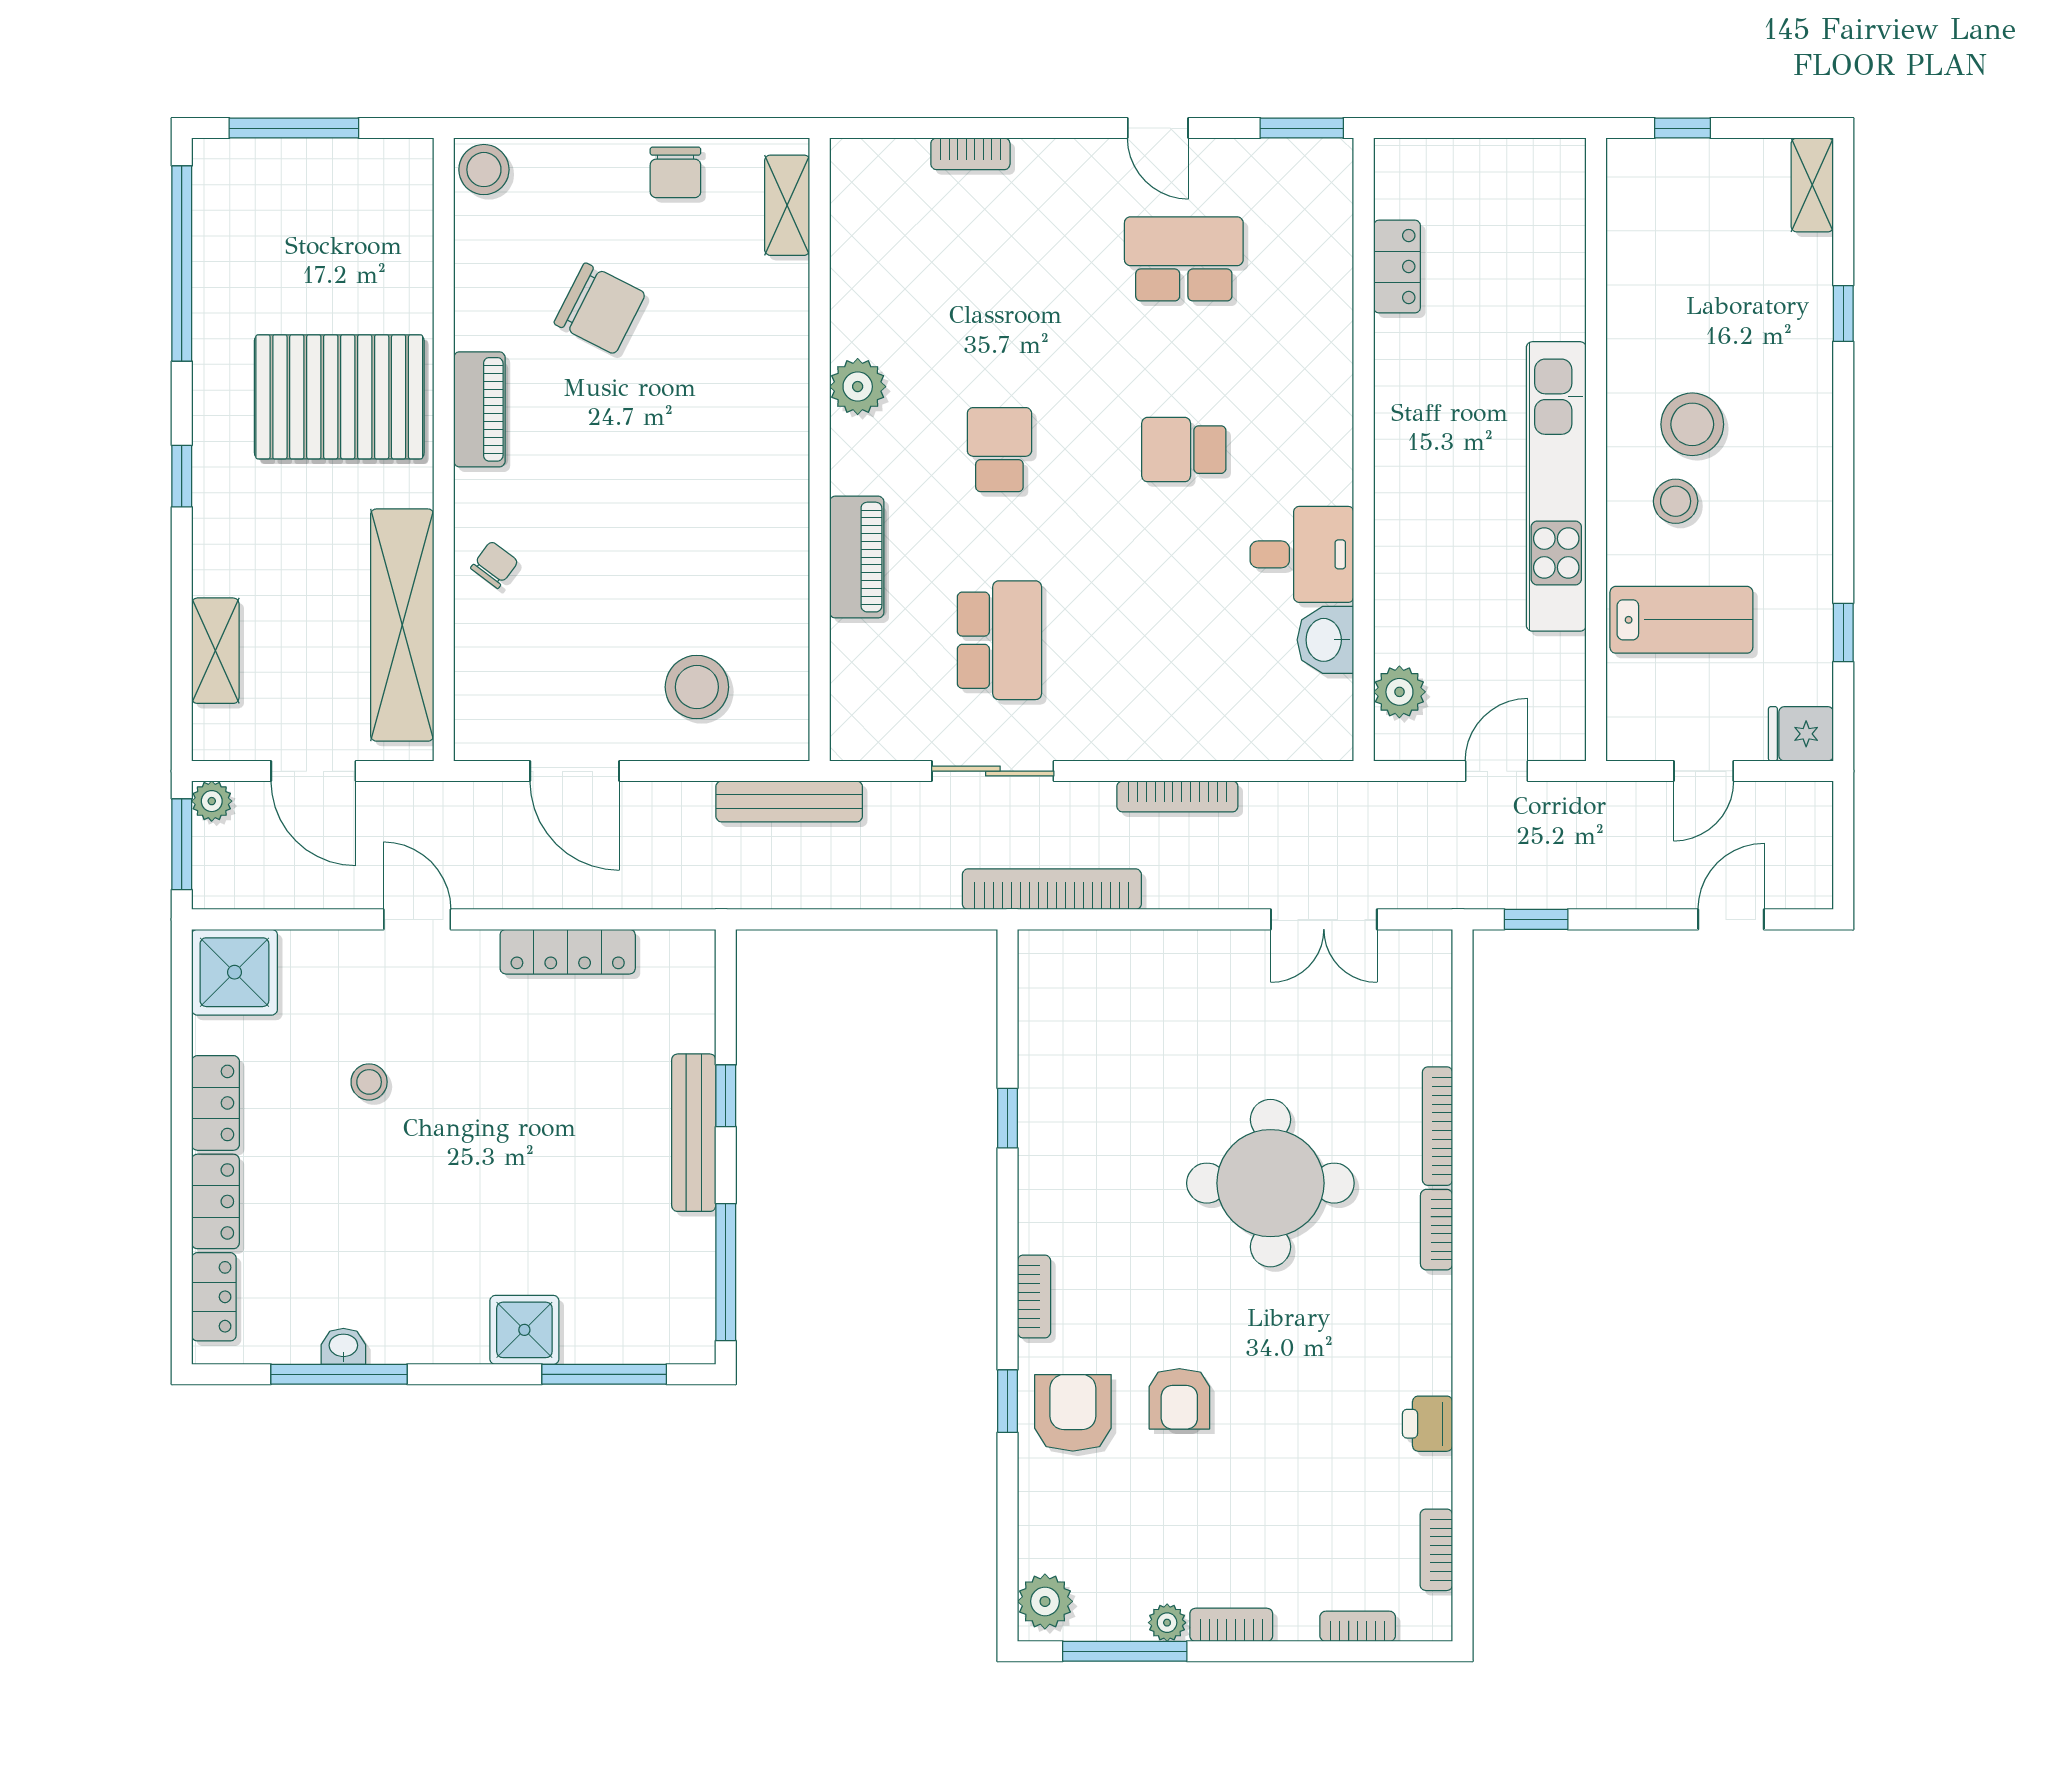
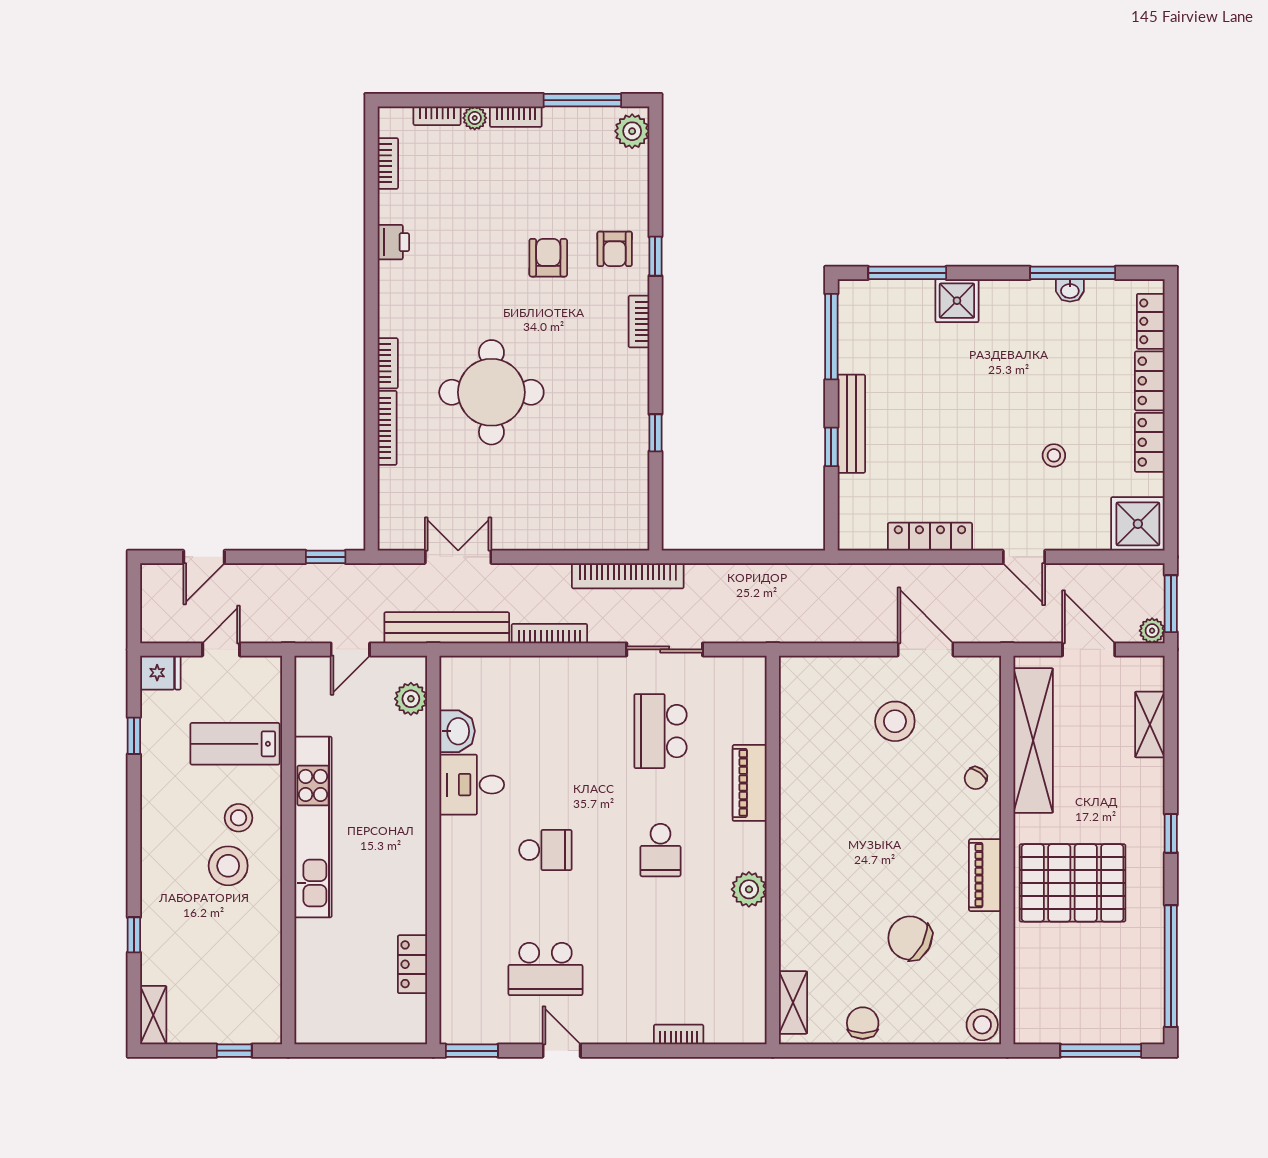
stool: (697, 687) -> (895, 721), moved
bench: (789, 801) -> (447, 628), moved, width x1.37, depth x1.21
armchair: (1073, 1413) -> (615, 249), width x0.72, depth x0.72
plant: (1167, 1623) -> (475, 118), moved

